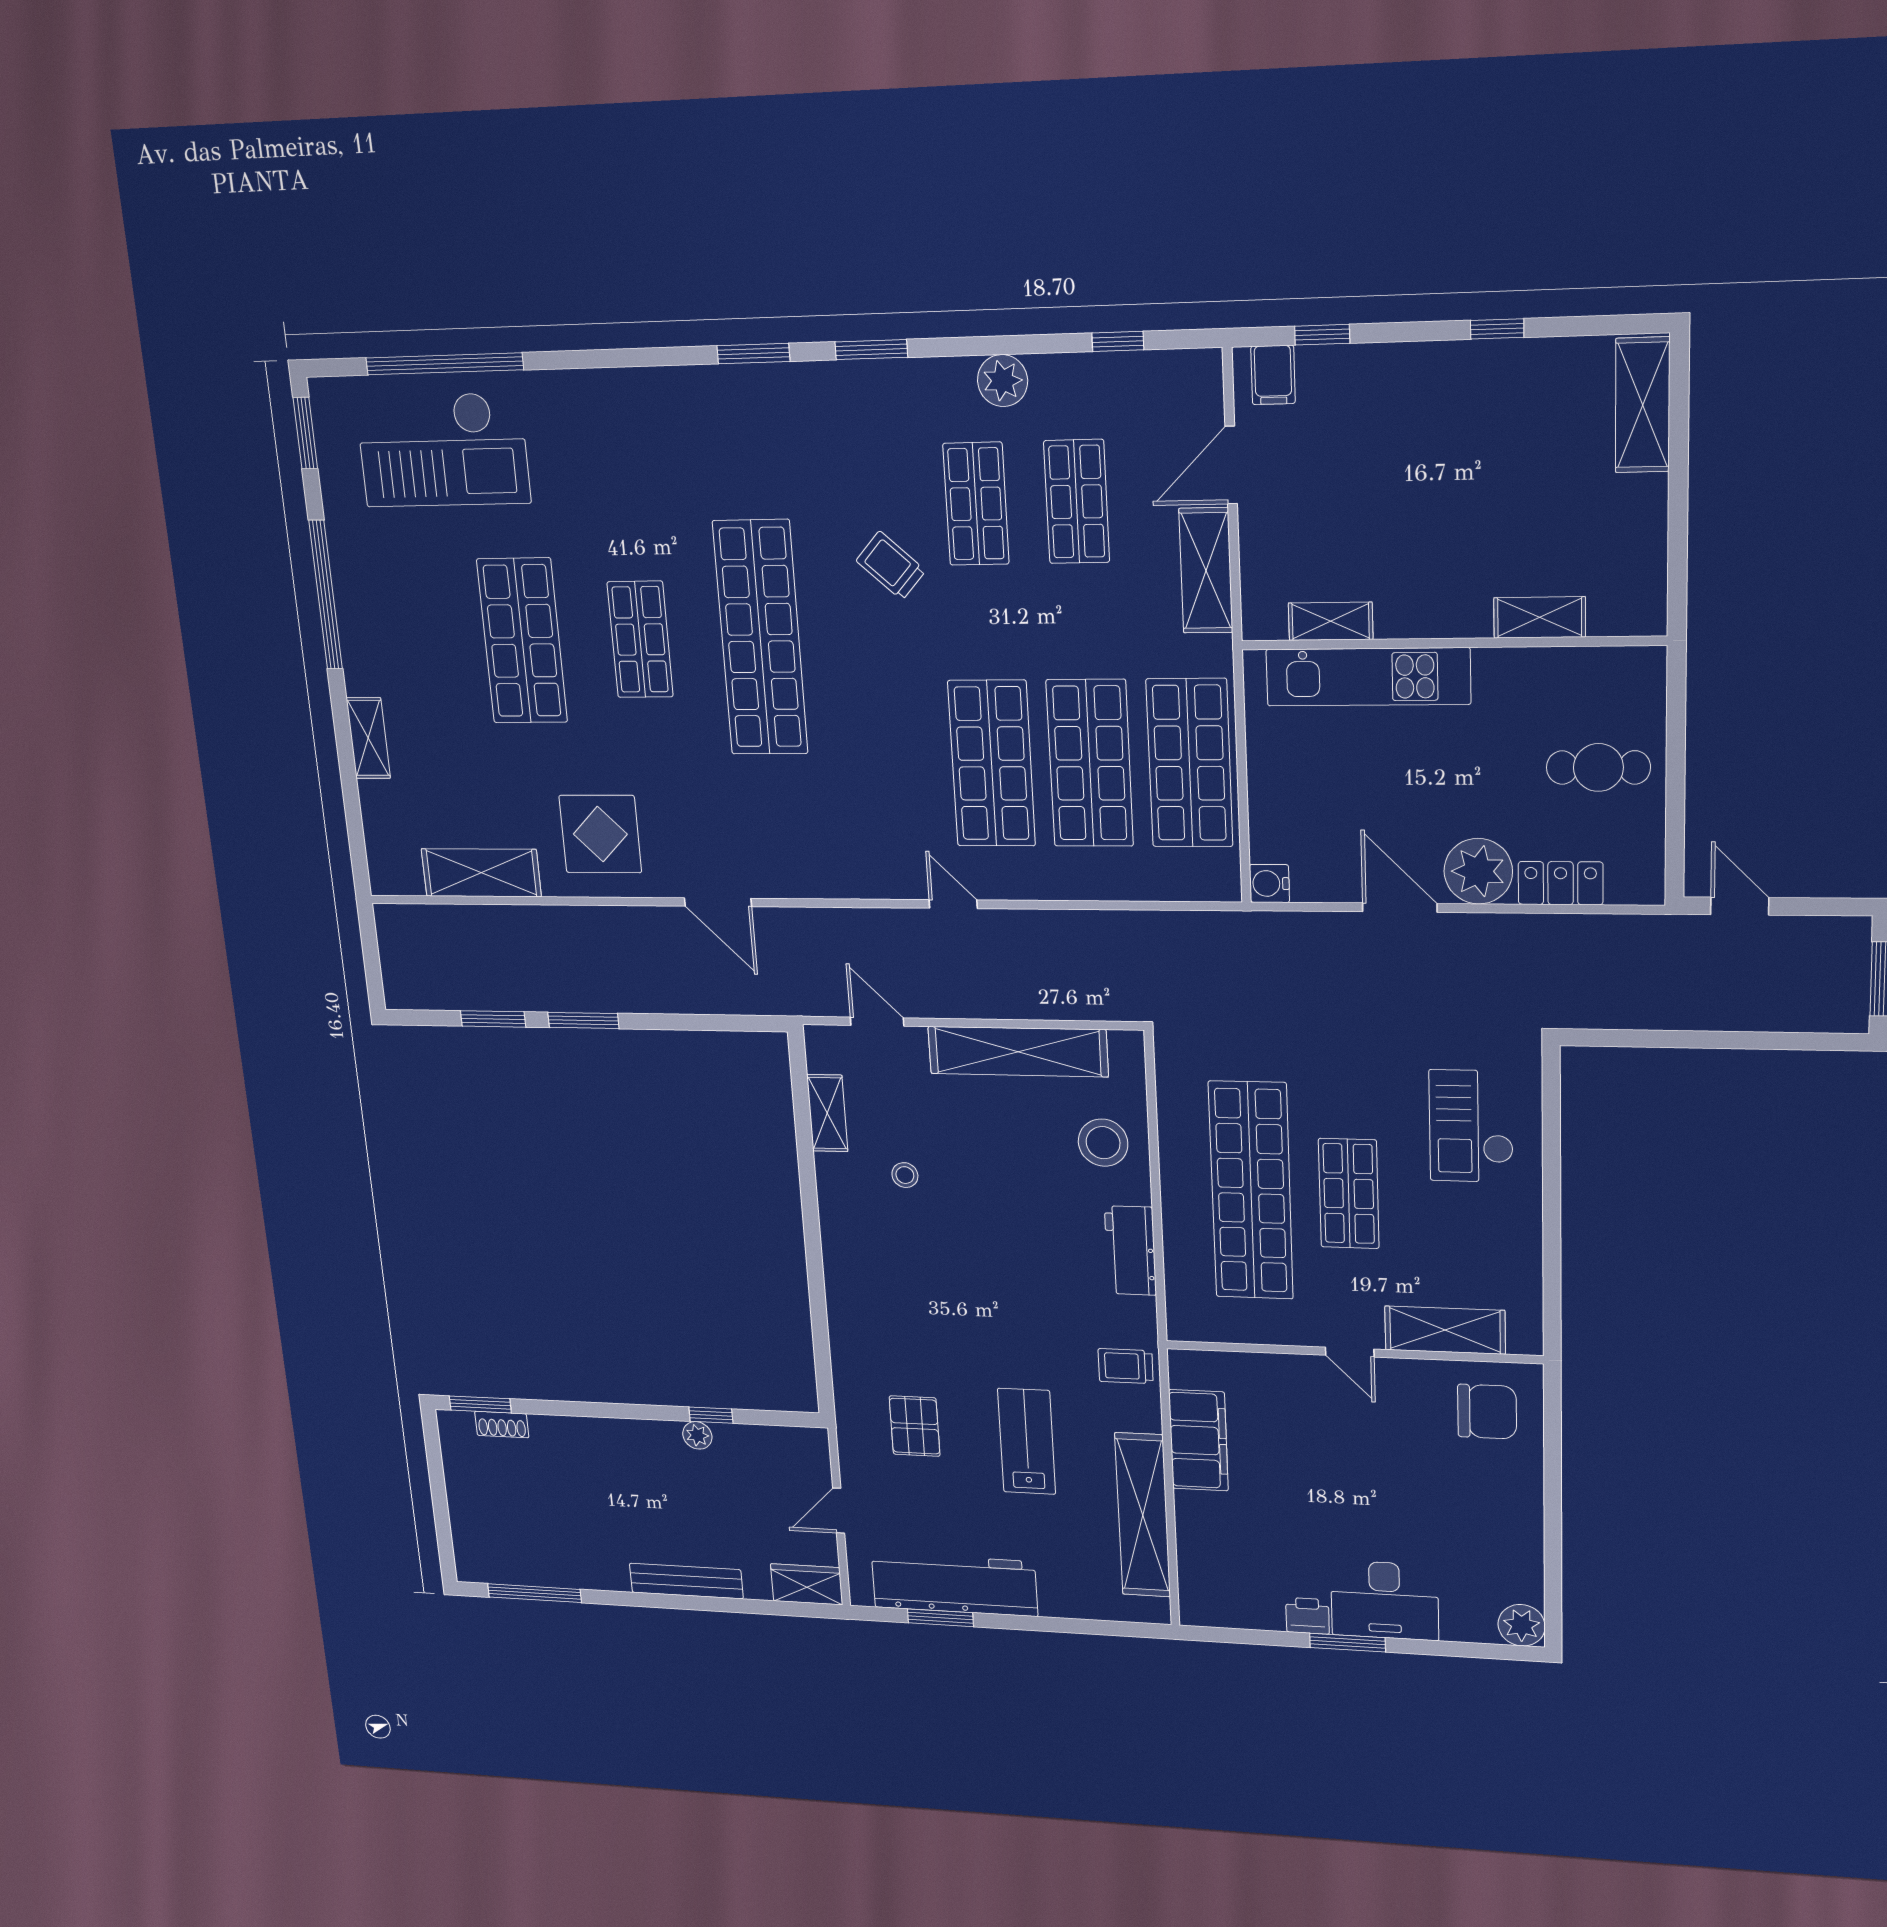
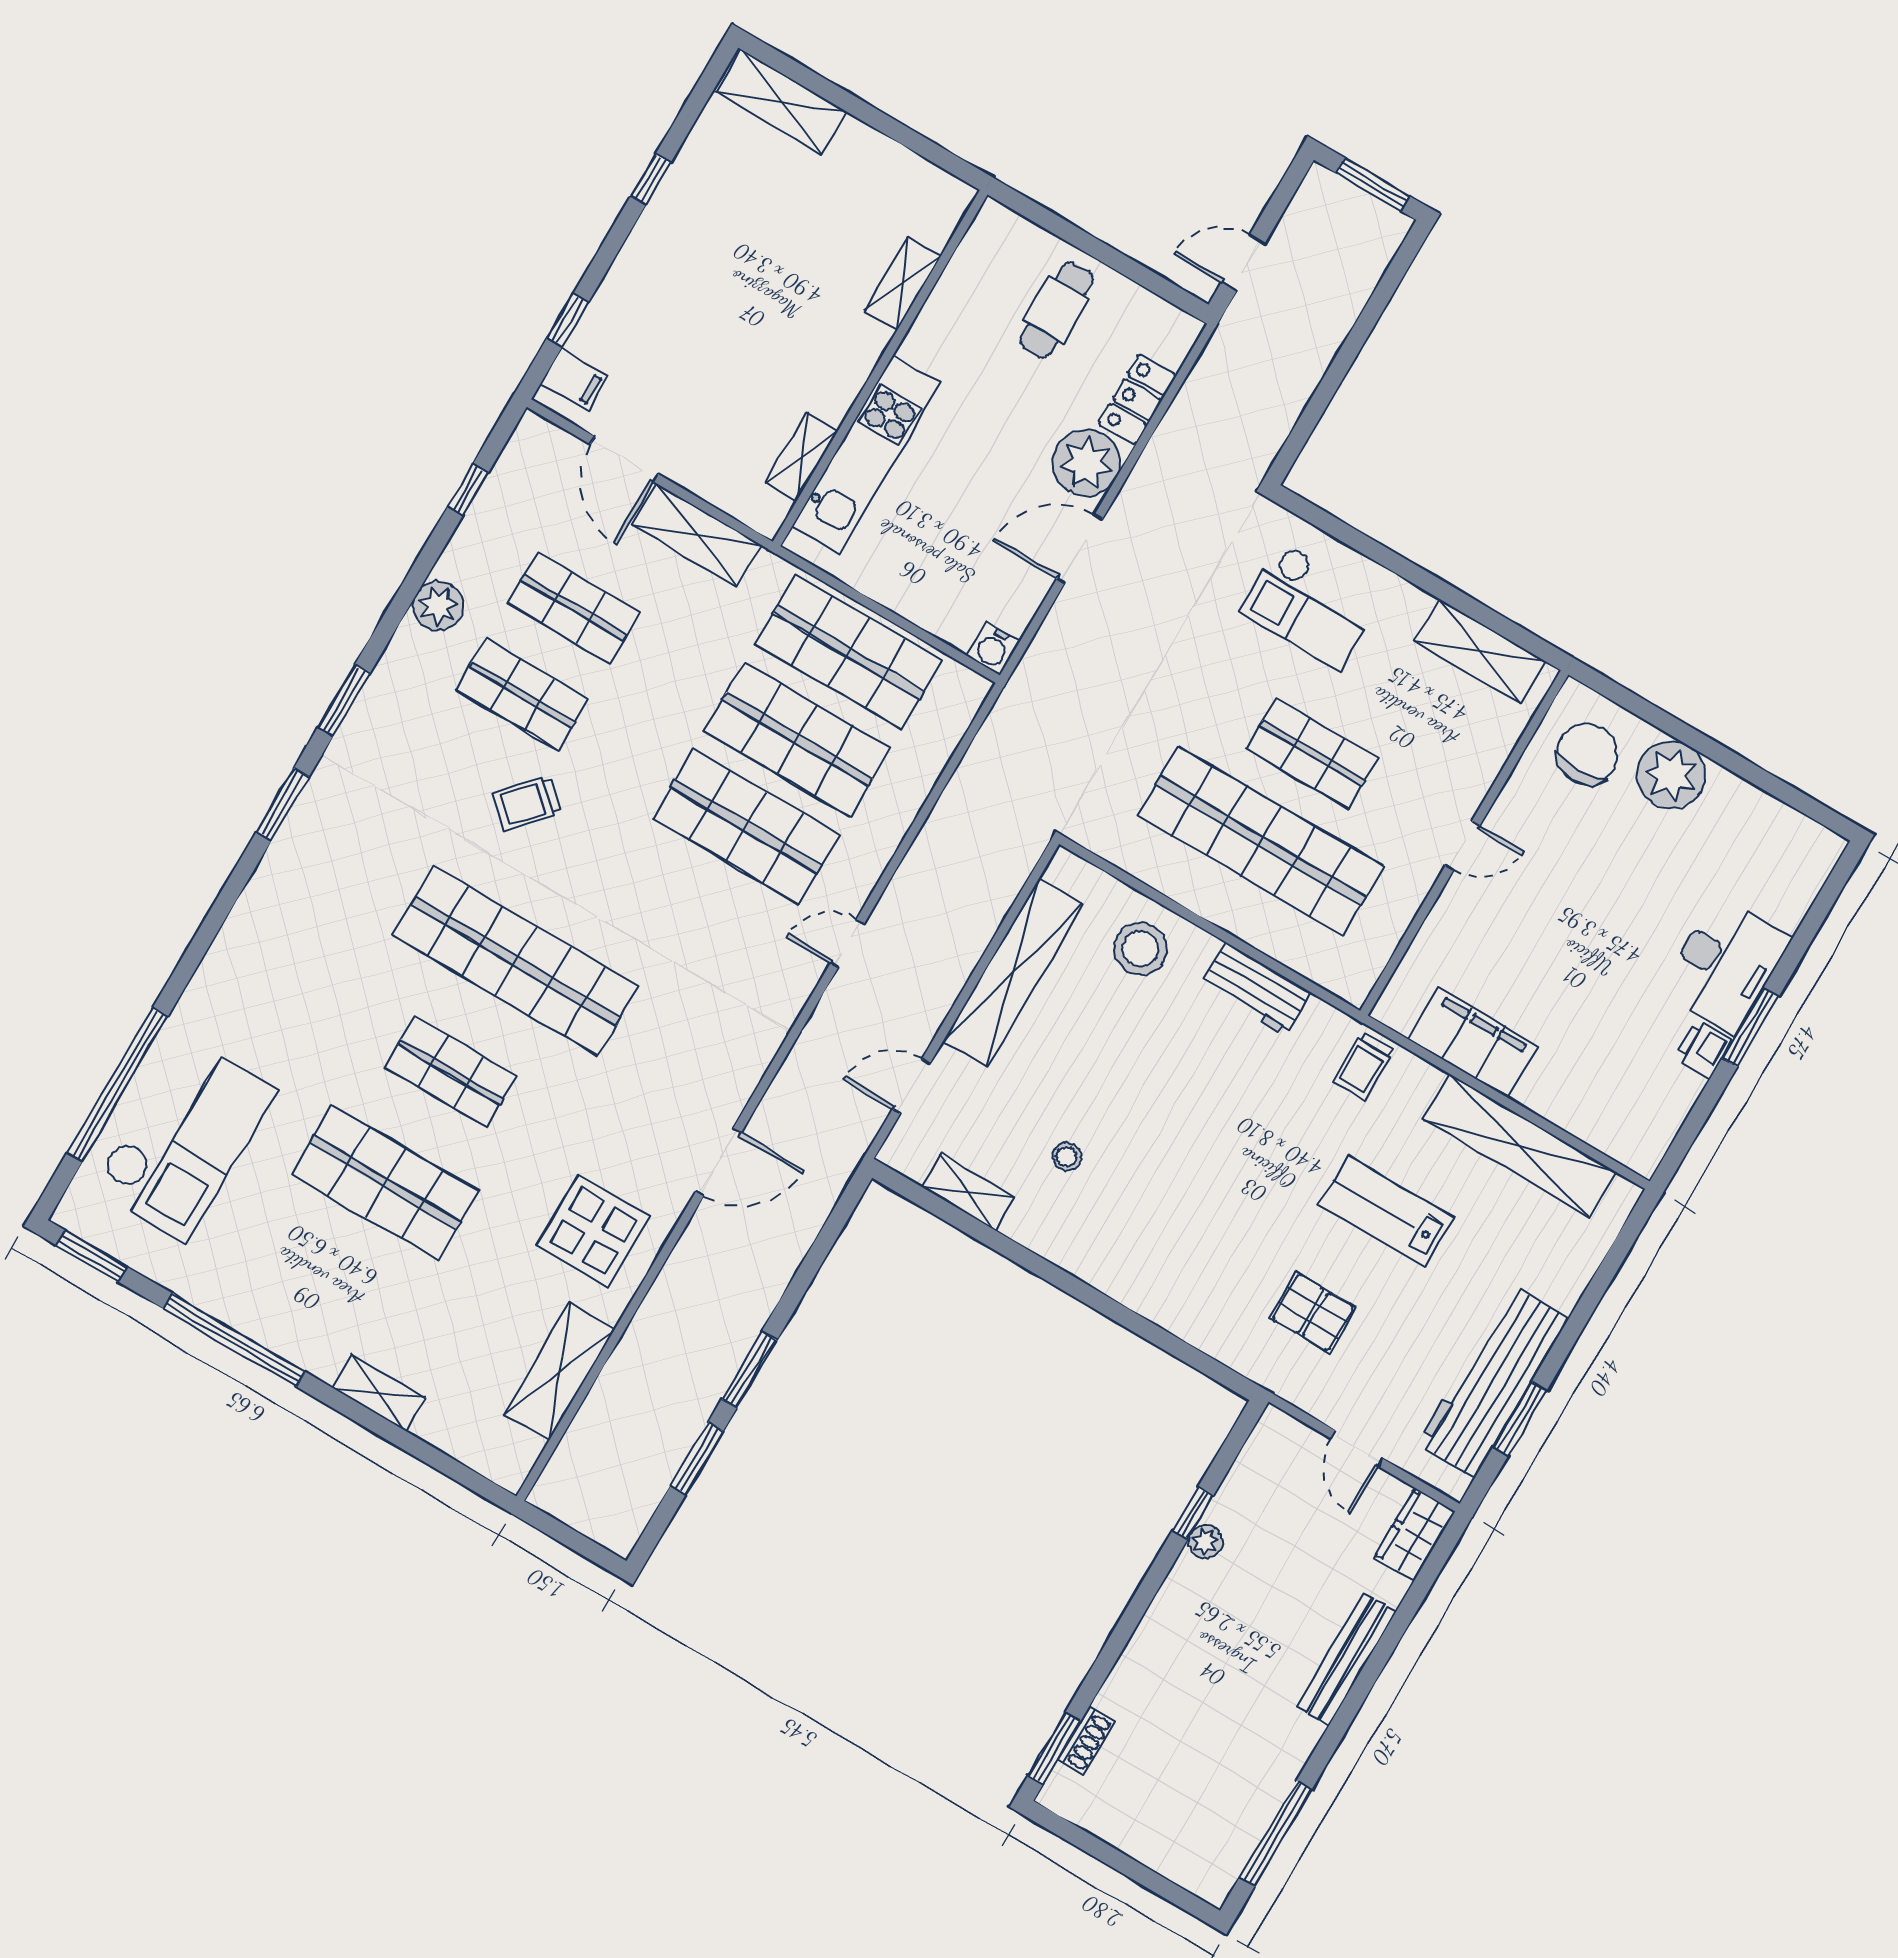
shelving: (1445, 1330) -> (1480, 651), moved, turned 90
plant: (1522, 1625) -> (1671, 775), moved, width x1.36, depth x1.36

